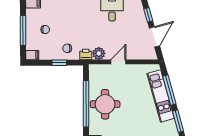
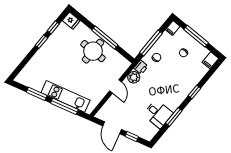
window: (59, 63) -> (151, 43), width x2.17
window: (86, 104) -> (105, 38), width x0.68

